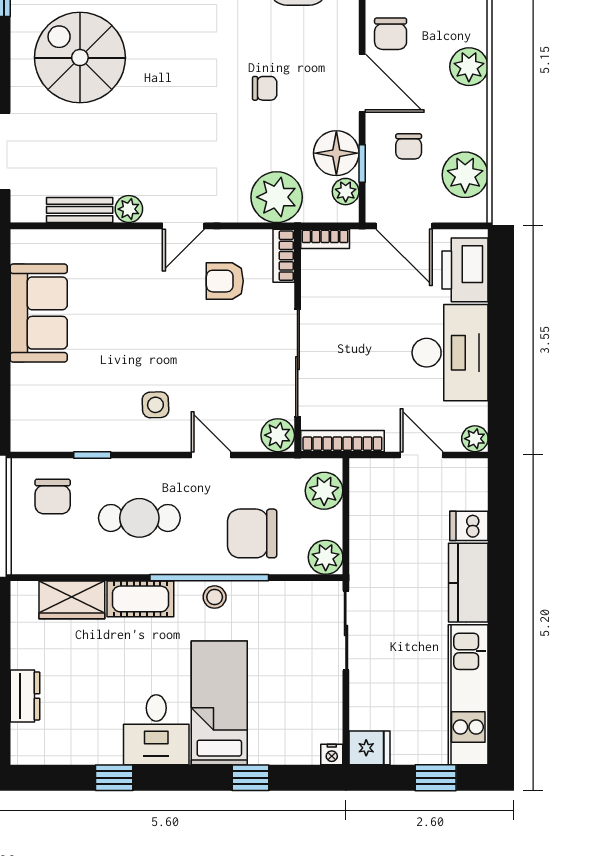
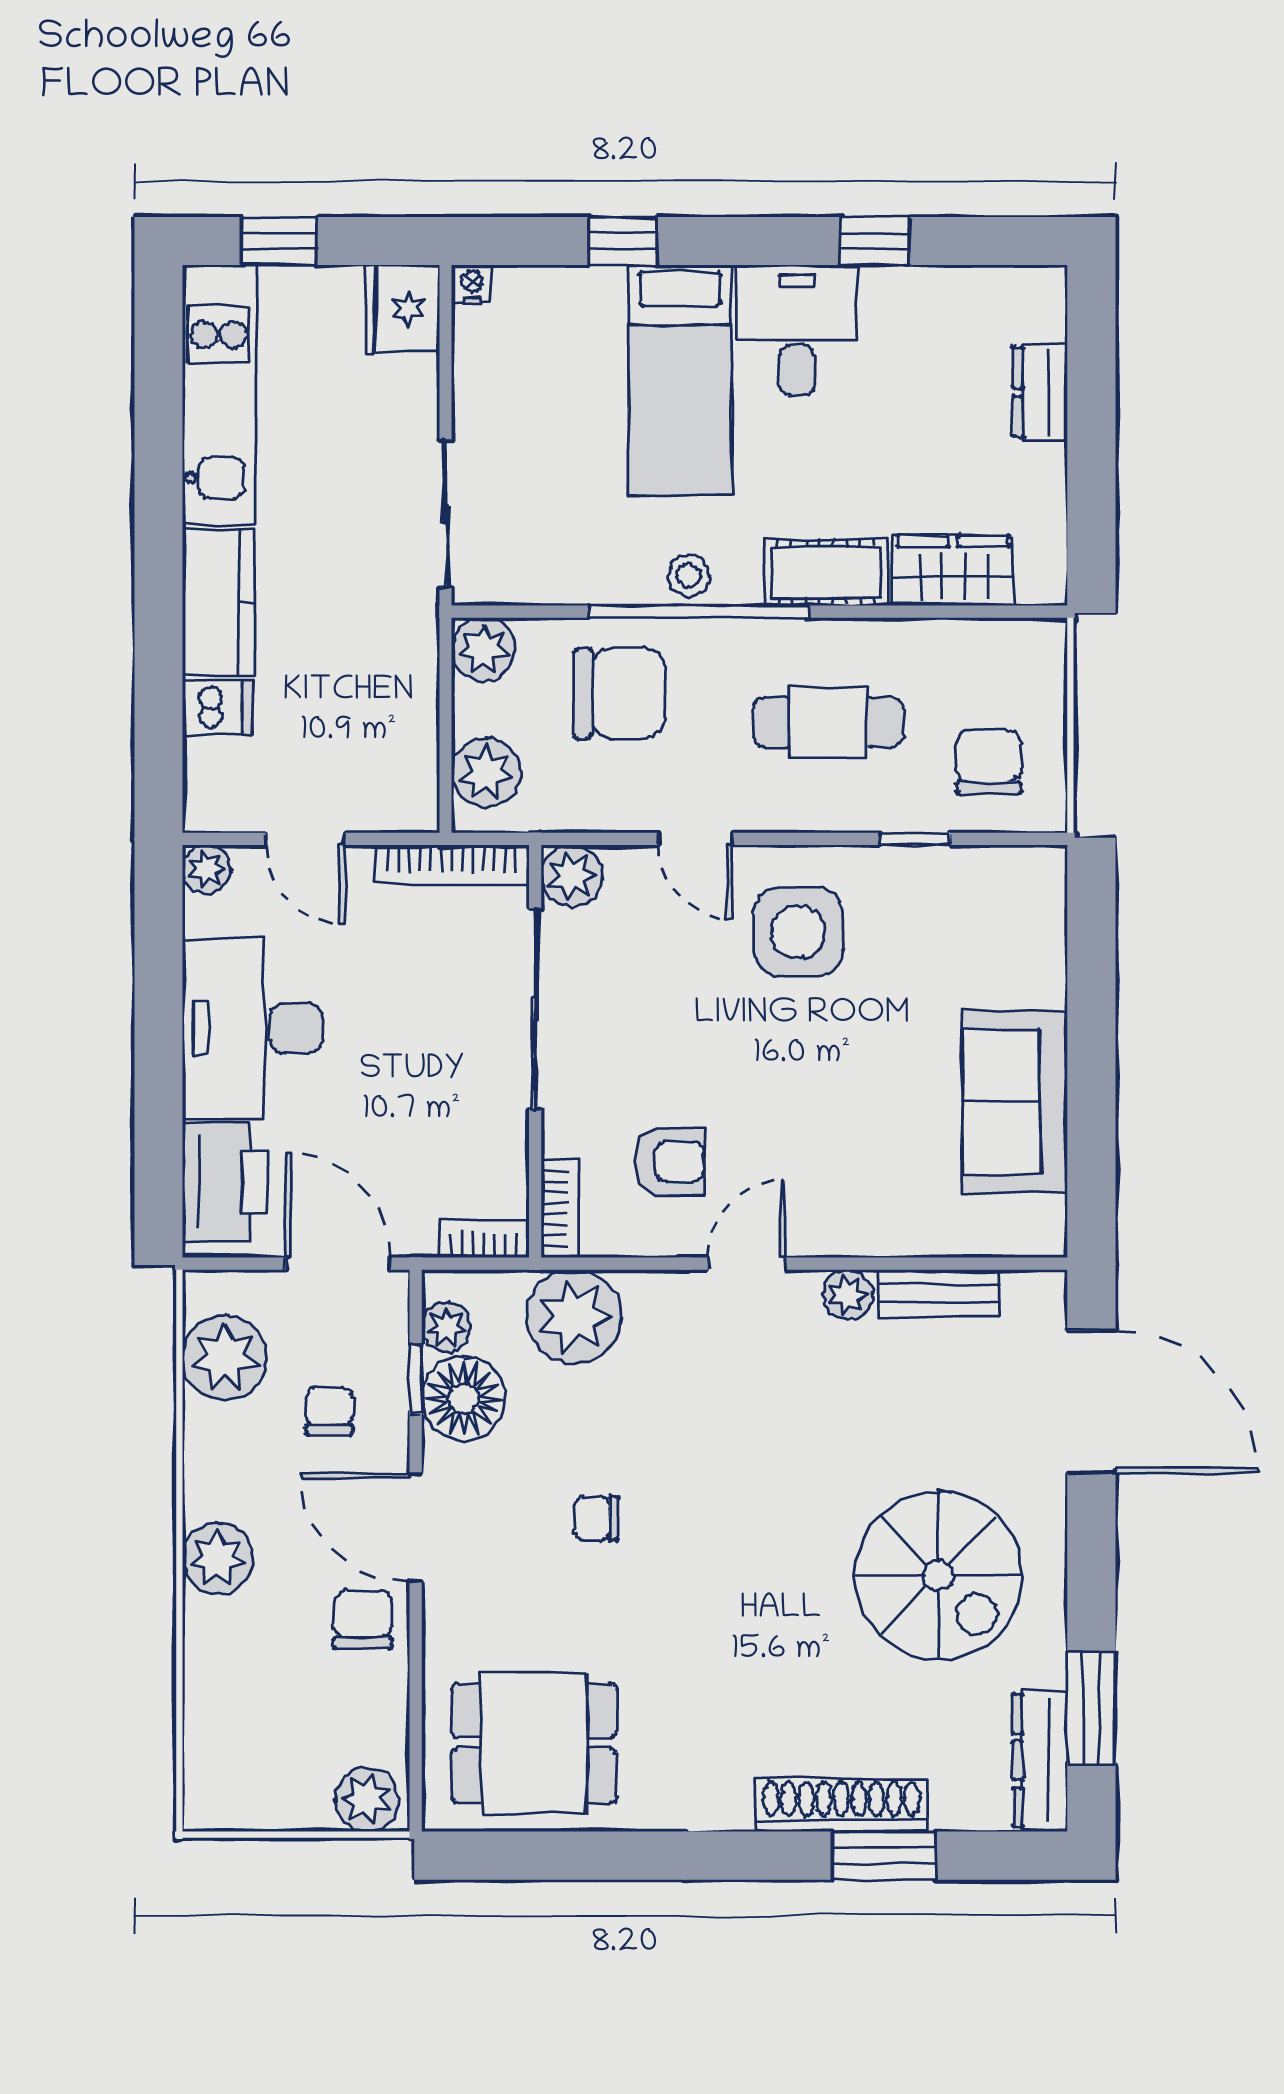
side table: (155, 405) -> (798, 932), width x1.87, depth x1.87
fridge: (369, 748) -> (402, 309), width x1.38

